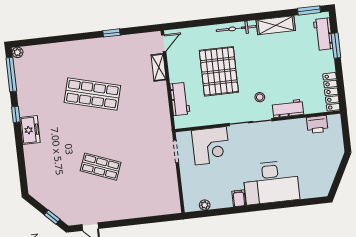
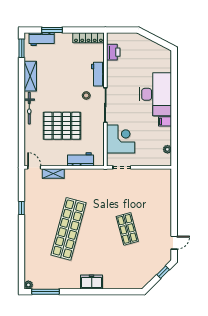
shop shelf: (92, 94) -> (68, 229), width x1.40
window: (16, 114) -> (78, 292), removed
shop shelf: (101, 167) -> (127, 229), turned -36

